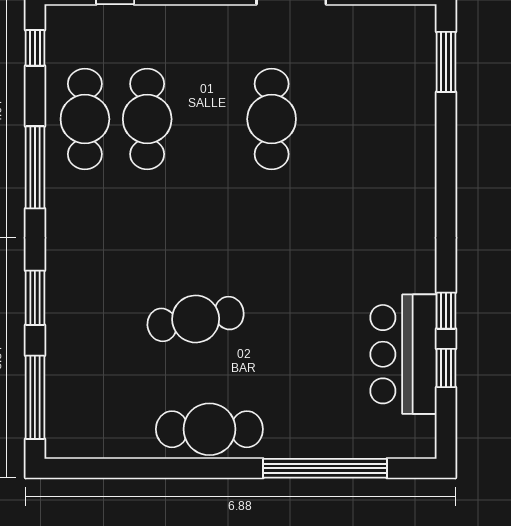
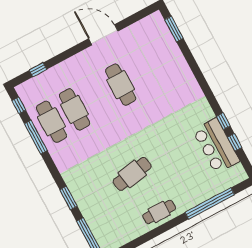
window: (35, 167) -> (36, 137), moved
cafe table: (209, 429) -> (159, 212), width x0.73, depth x0.74

